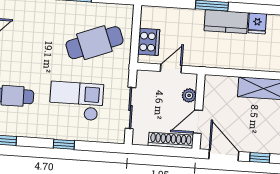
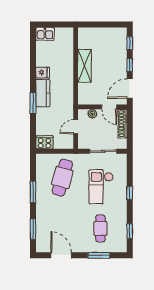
cooker: (149, 42) -> (44, 142), moved
cafe table: (94, 43) -> (62, 178), turned 36
door: (171, 68) -> (76, 127), hinge flipped

